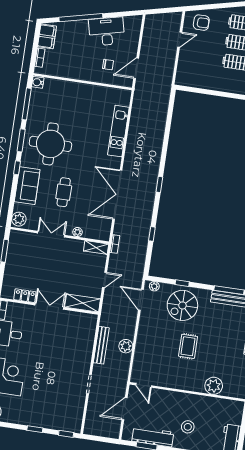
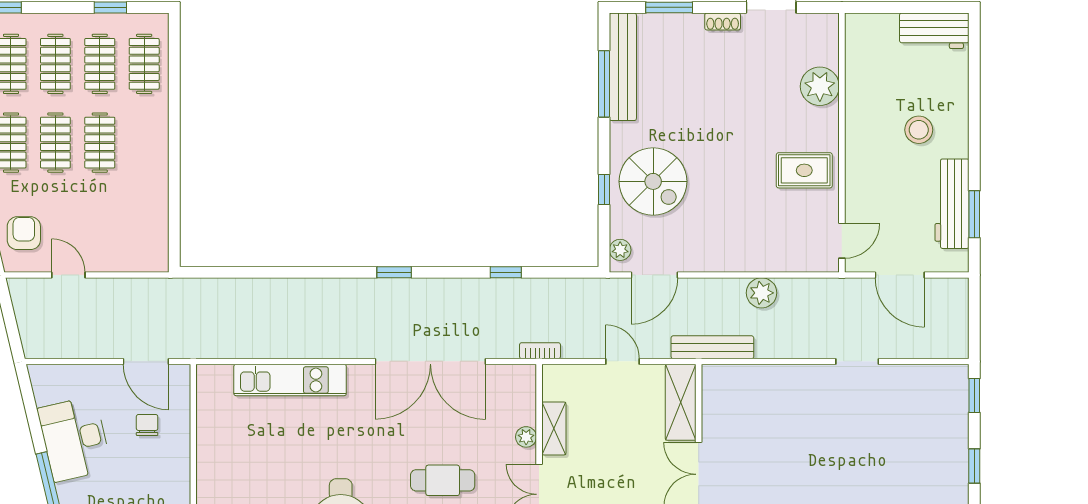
shelving: (96, 247) -> (554, 428), moved
bench: (101, 345) -> (712, 347), moved
rug: (188, 346) -> (804, 170), moved

